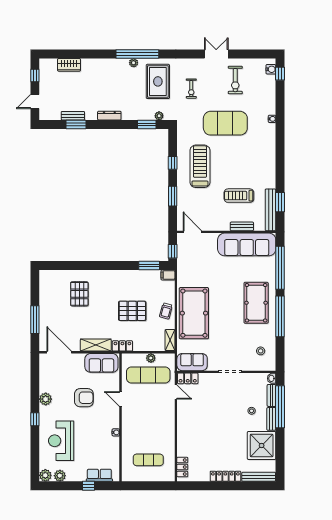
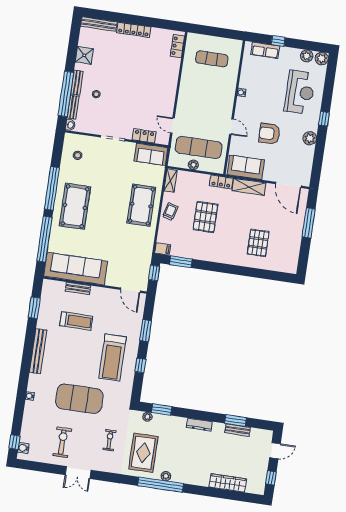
wardrobe: (69, 65) -> (228, 483), width x1.50
bench: (271, 210) -> (38, 351), moved
pallet: (132, 311) -> (205, 217), turned 90
pool table: (194, 313) -> (141, 205), width x0.73, depth x0.76
locker: (188, 378) -> (144, 136), moved
shower: (262, 445) -> (84, 55), width x0.54, depth x0.54

